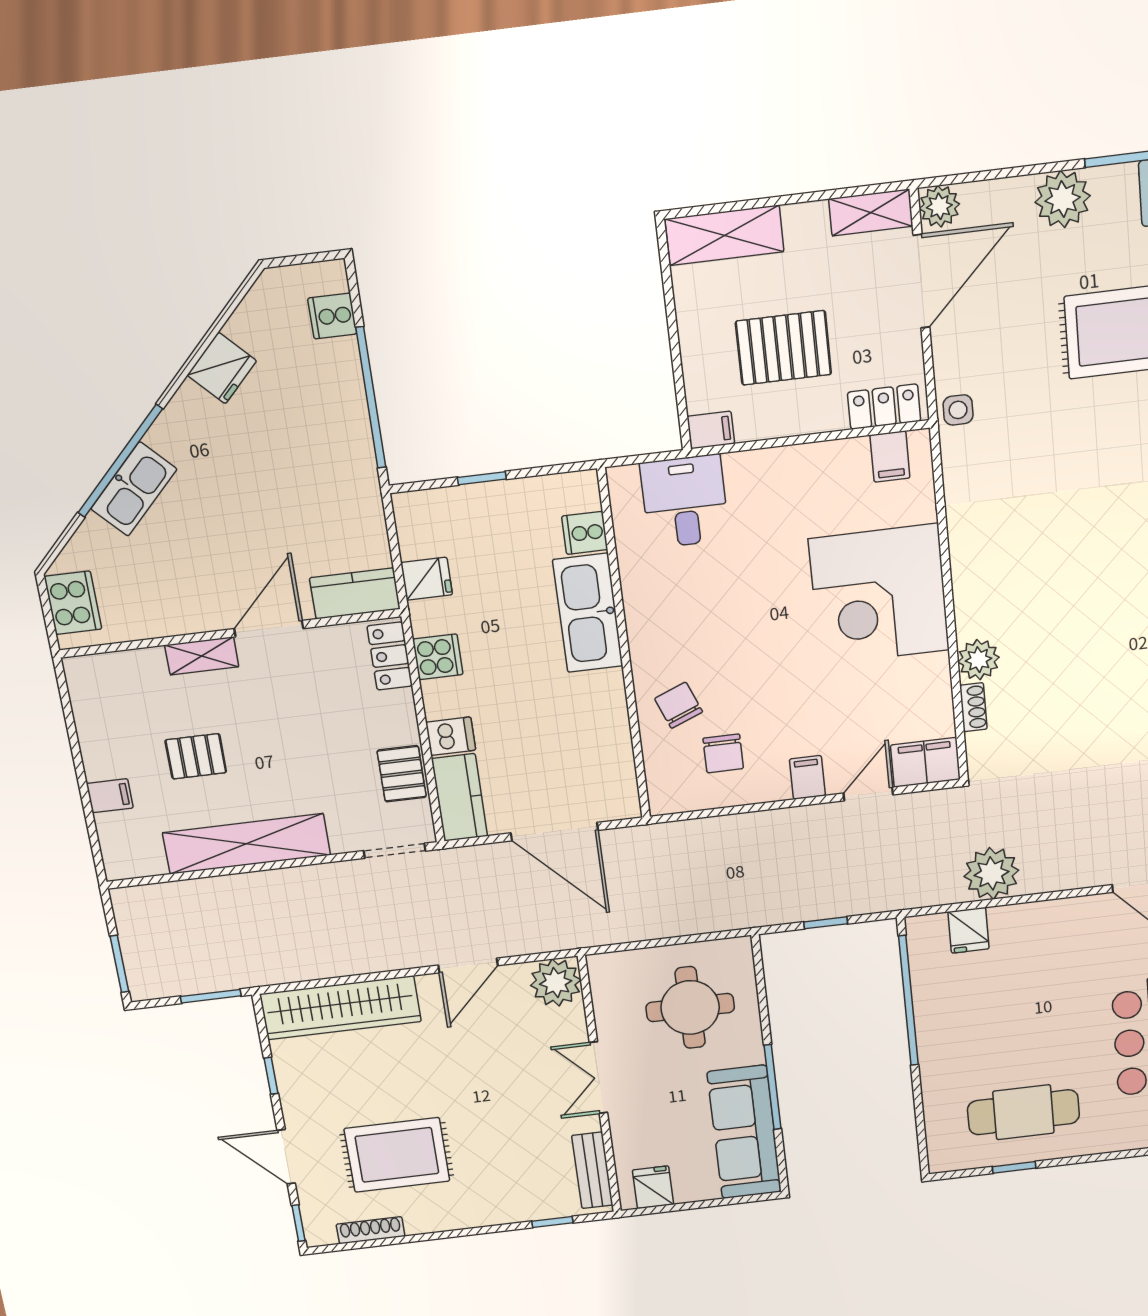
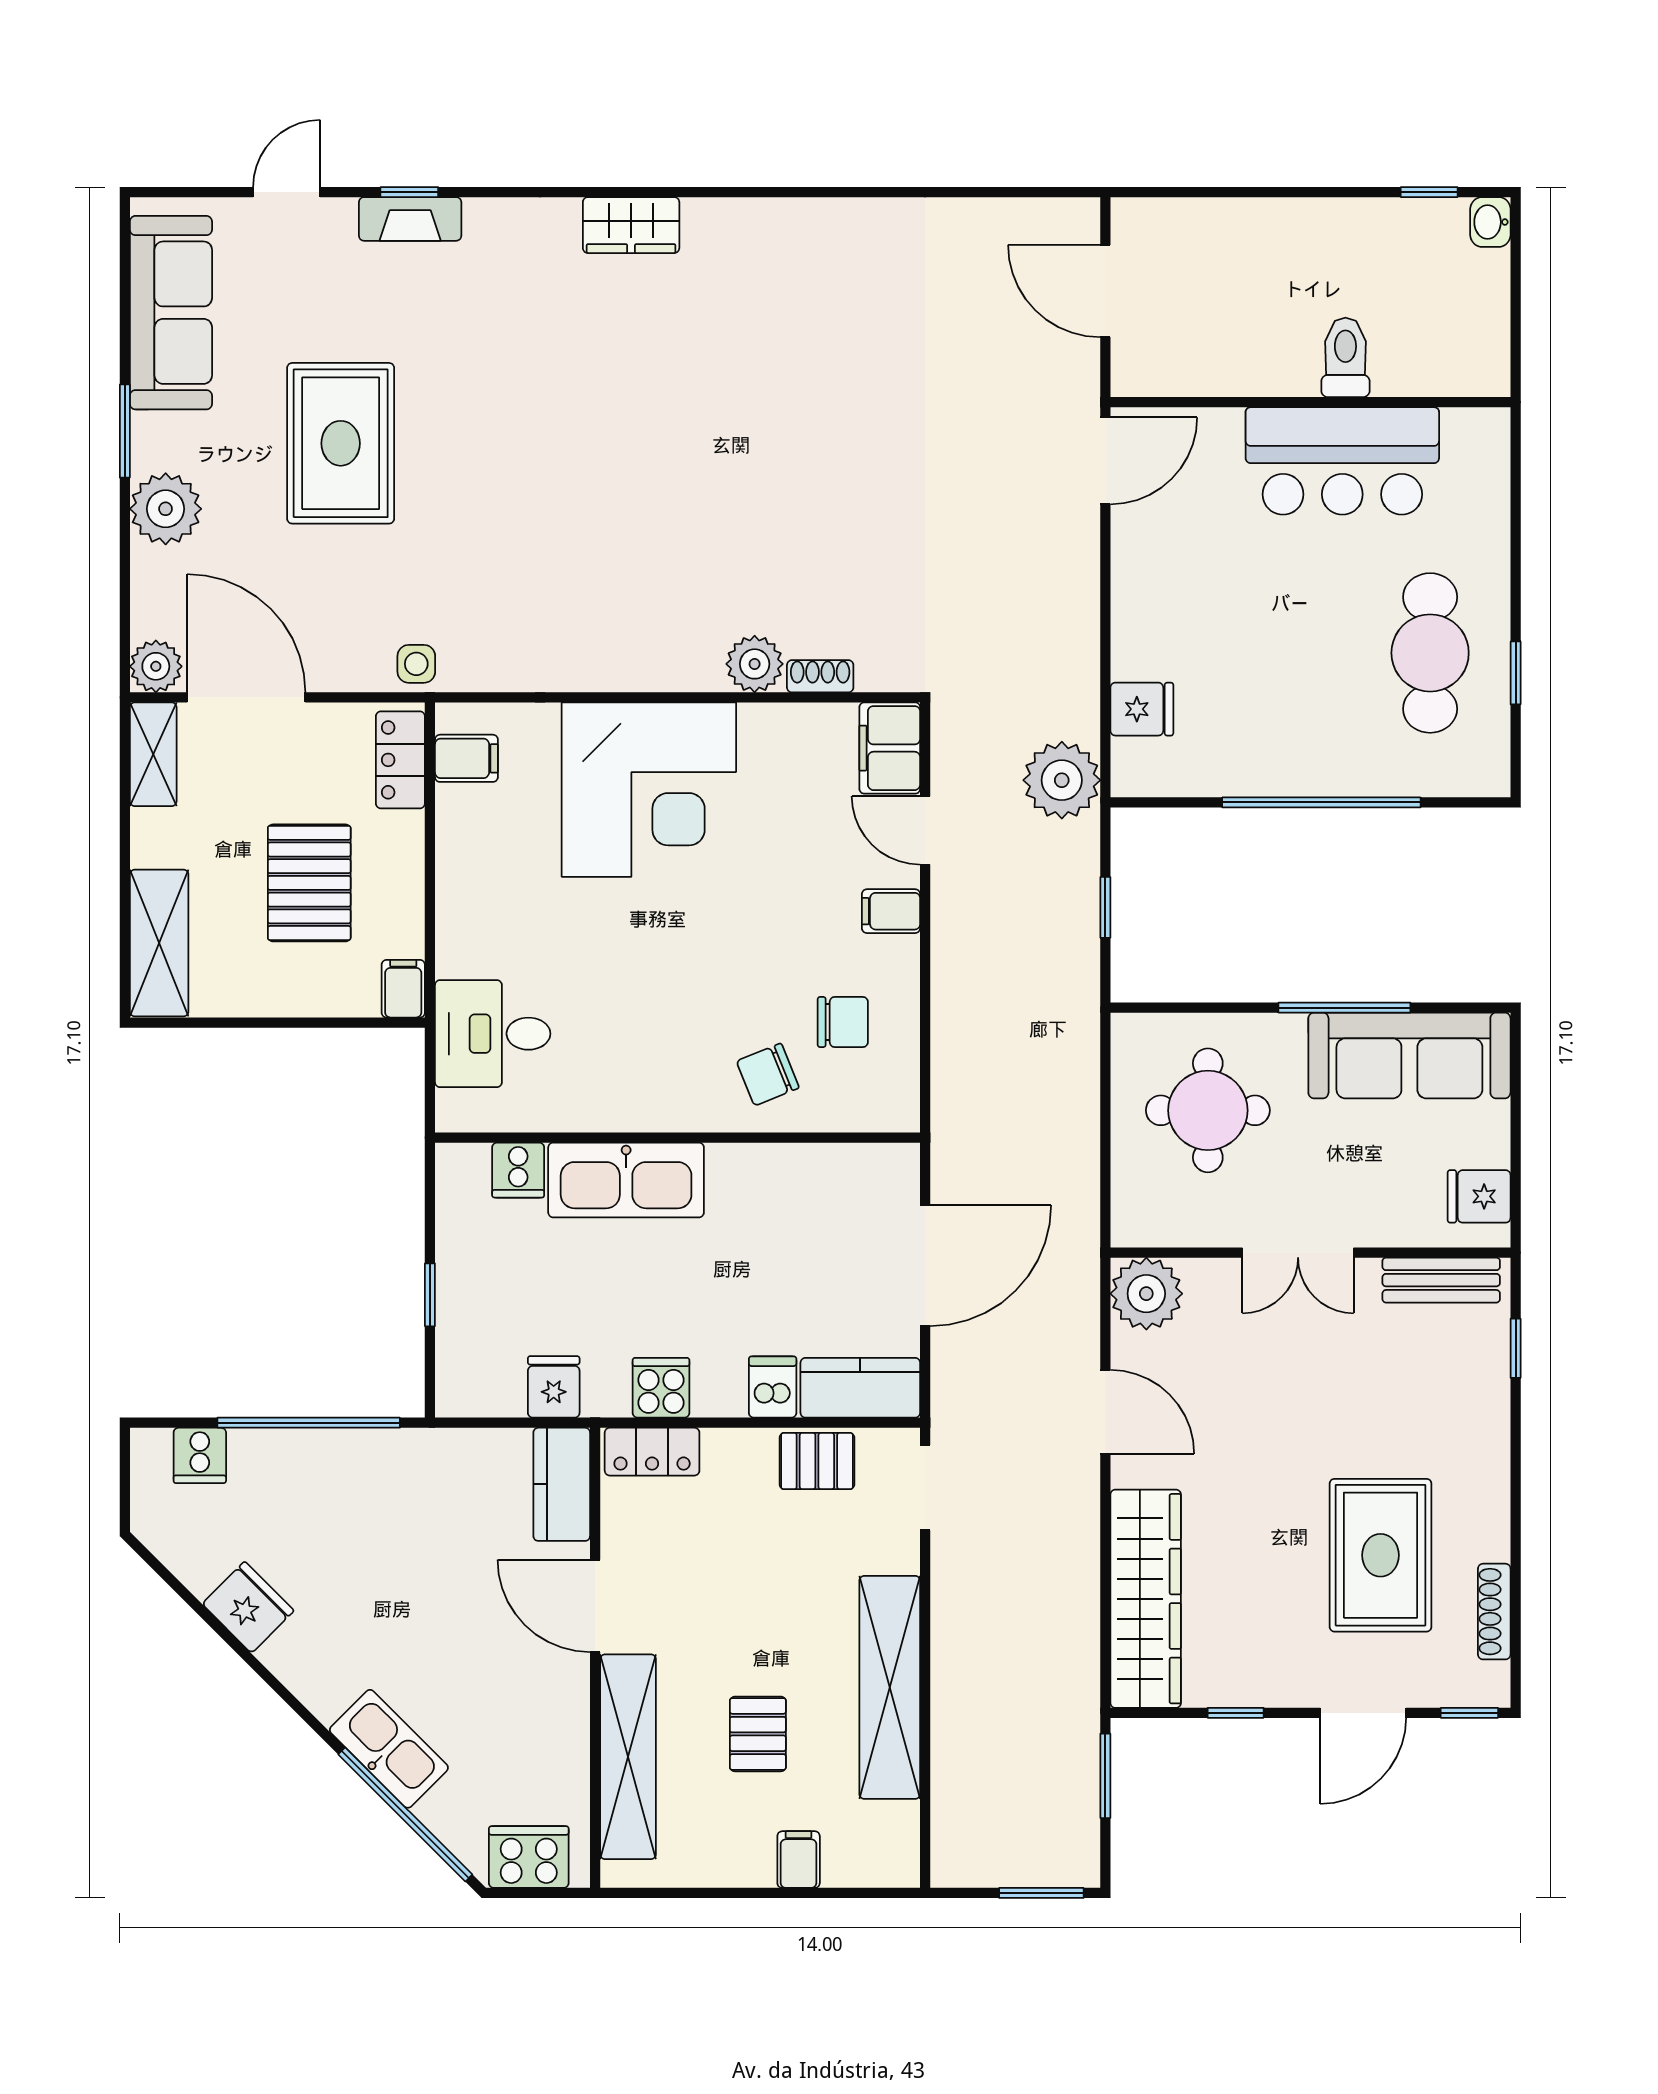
window: (120, 461) -> (405, 1814), moved
shelving: (202, 656) -> (628, 1757), width x2.20, depth x1.33
plant: (991, 873) -> (1062, 780), moved
window: (908, 1001) -> (1321, 802), moved

